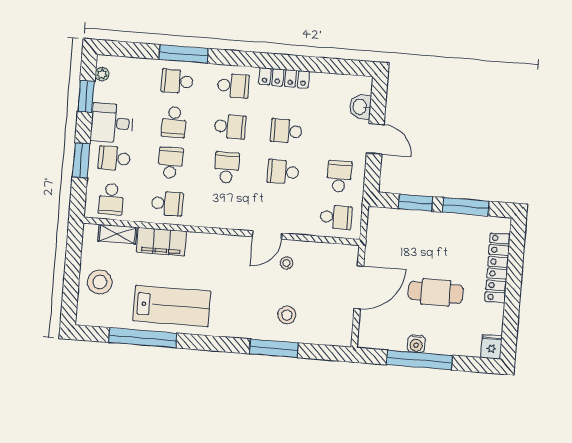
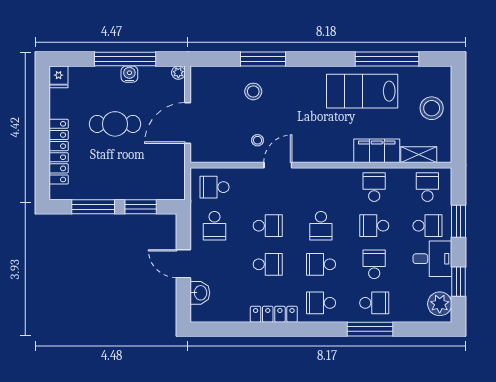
plant: (102, 74) -> (440, 304), width x1.88, depth x1.88
school desk: (171, 163) -> (374, 226), turned 90
school desk: (167, 204) -> (374, 187), turned 90
plant: (364, 341) -> (178, 73), added

